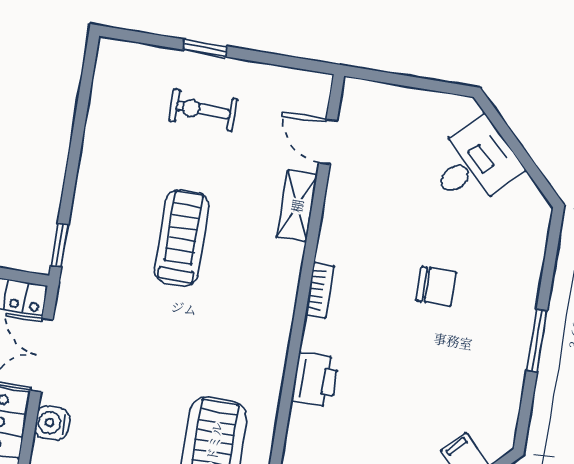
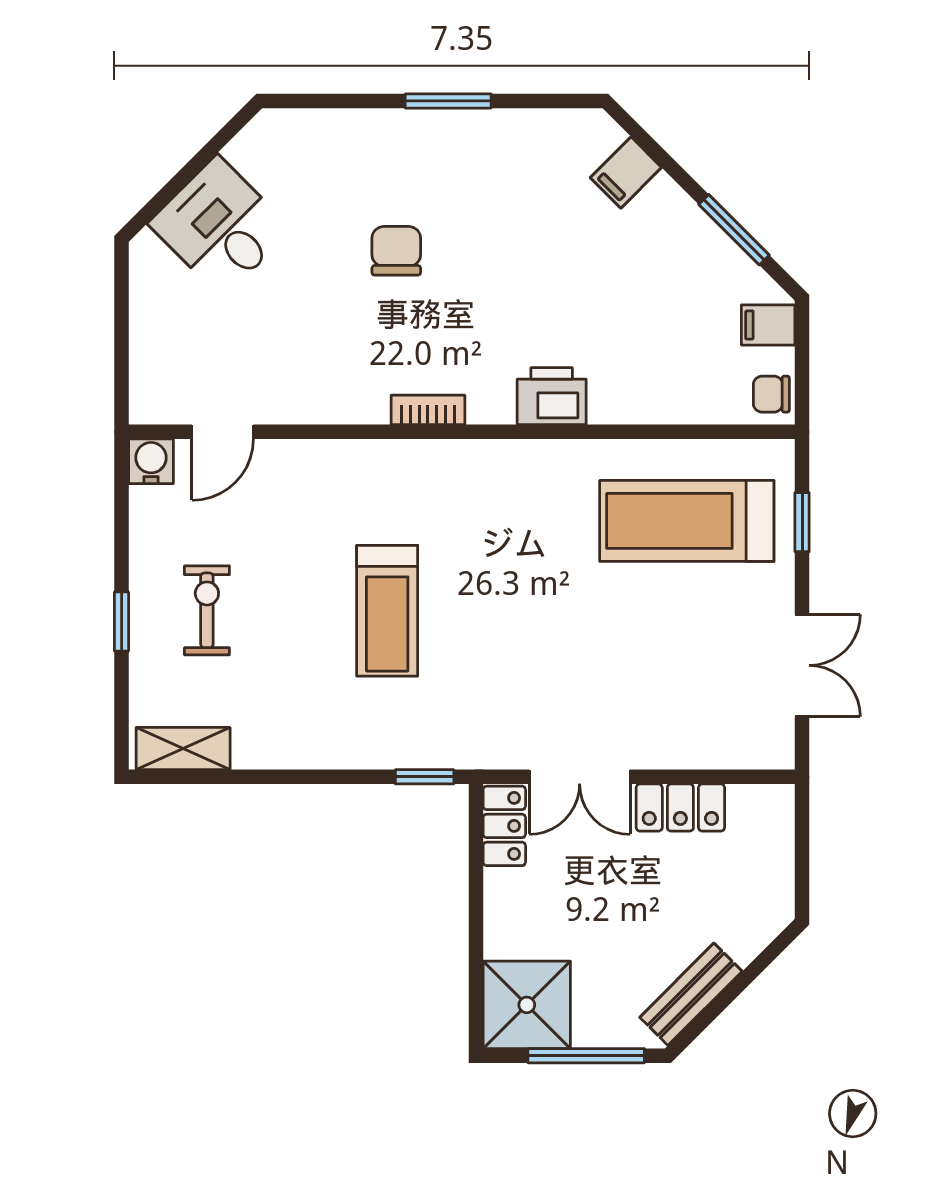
exercise bike: (203, 110) -> (207, 610), turned 180
shelving: (297, 206) -> (183, 749), moved
treadmill: (182, 238) -> (387, 611), turned -90
water cooler: (52, 423) -> (151, 461), moved, turned 180

